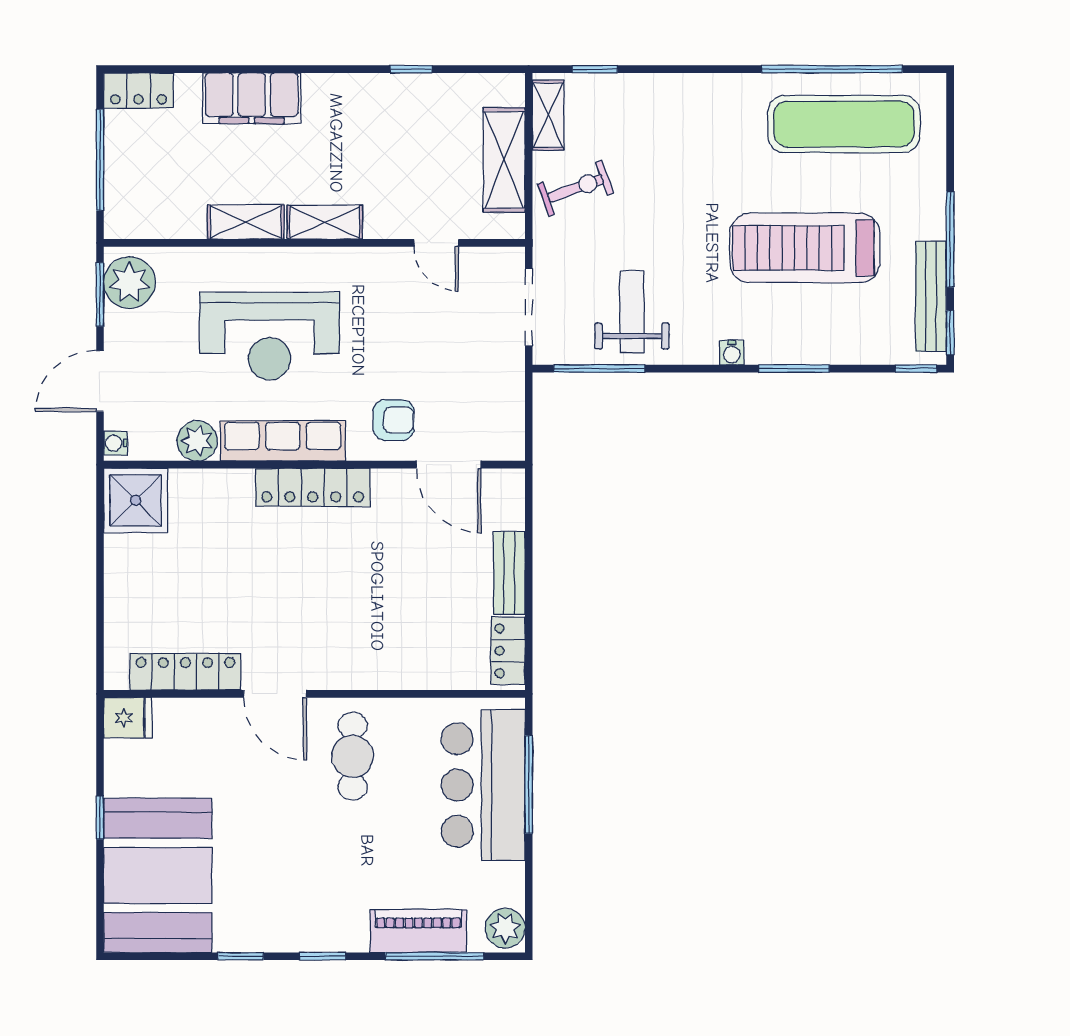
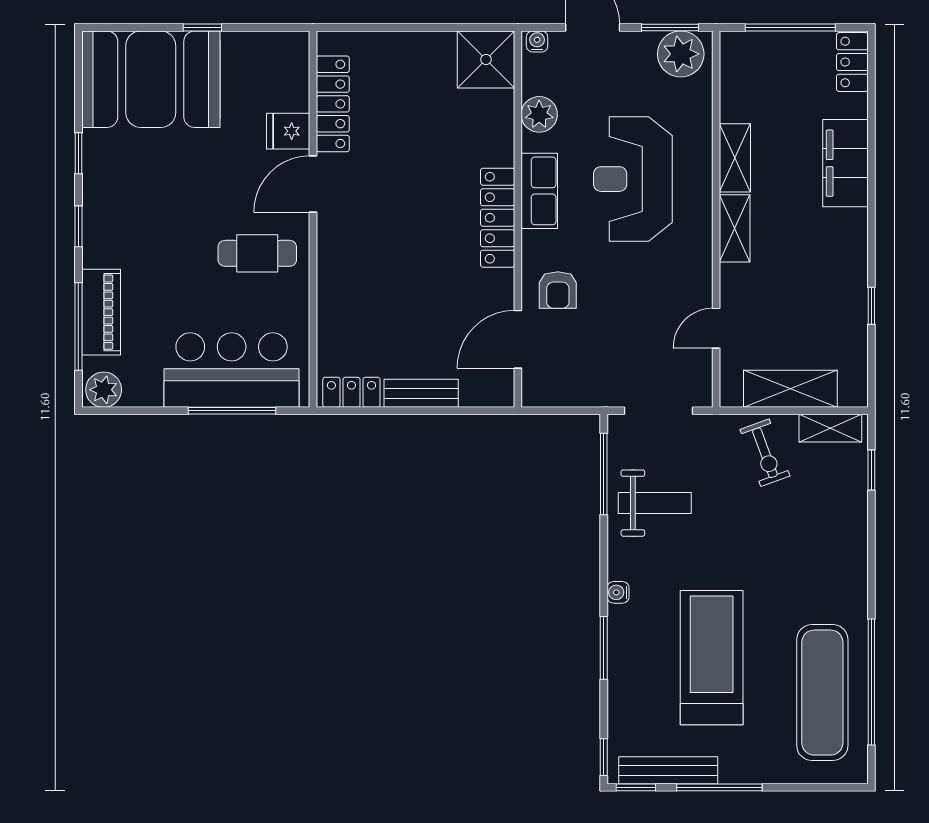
row of seats: (283, 441) -> (539, 191), width x0.68
fridge: (128, 718) -> (288, 131), moved, turned 90

